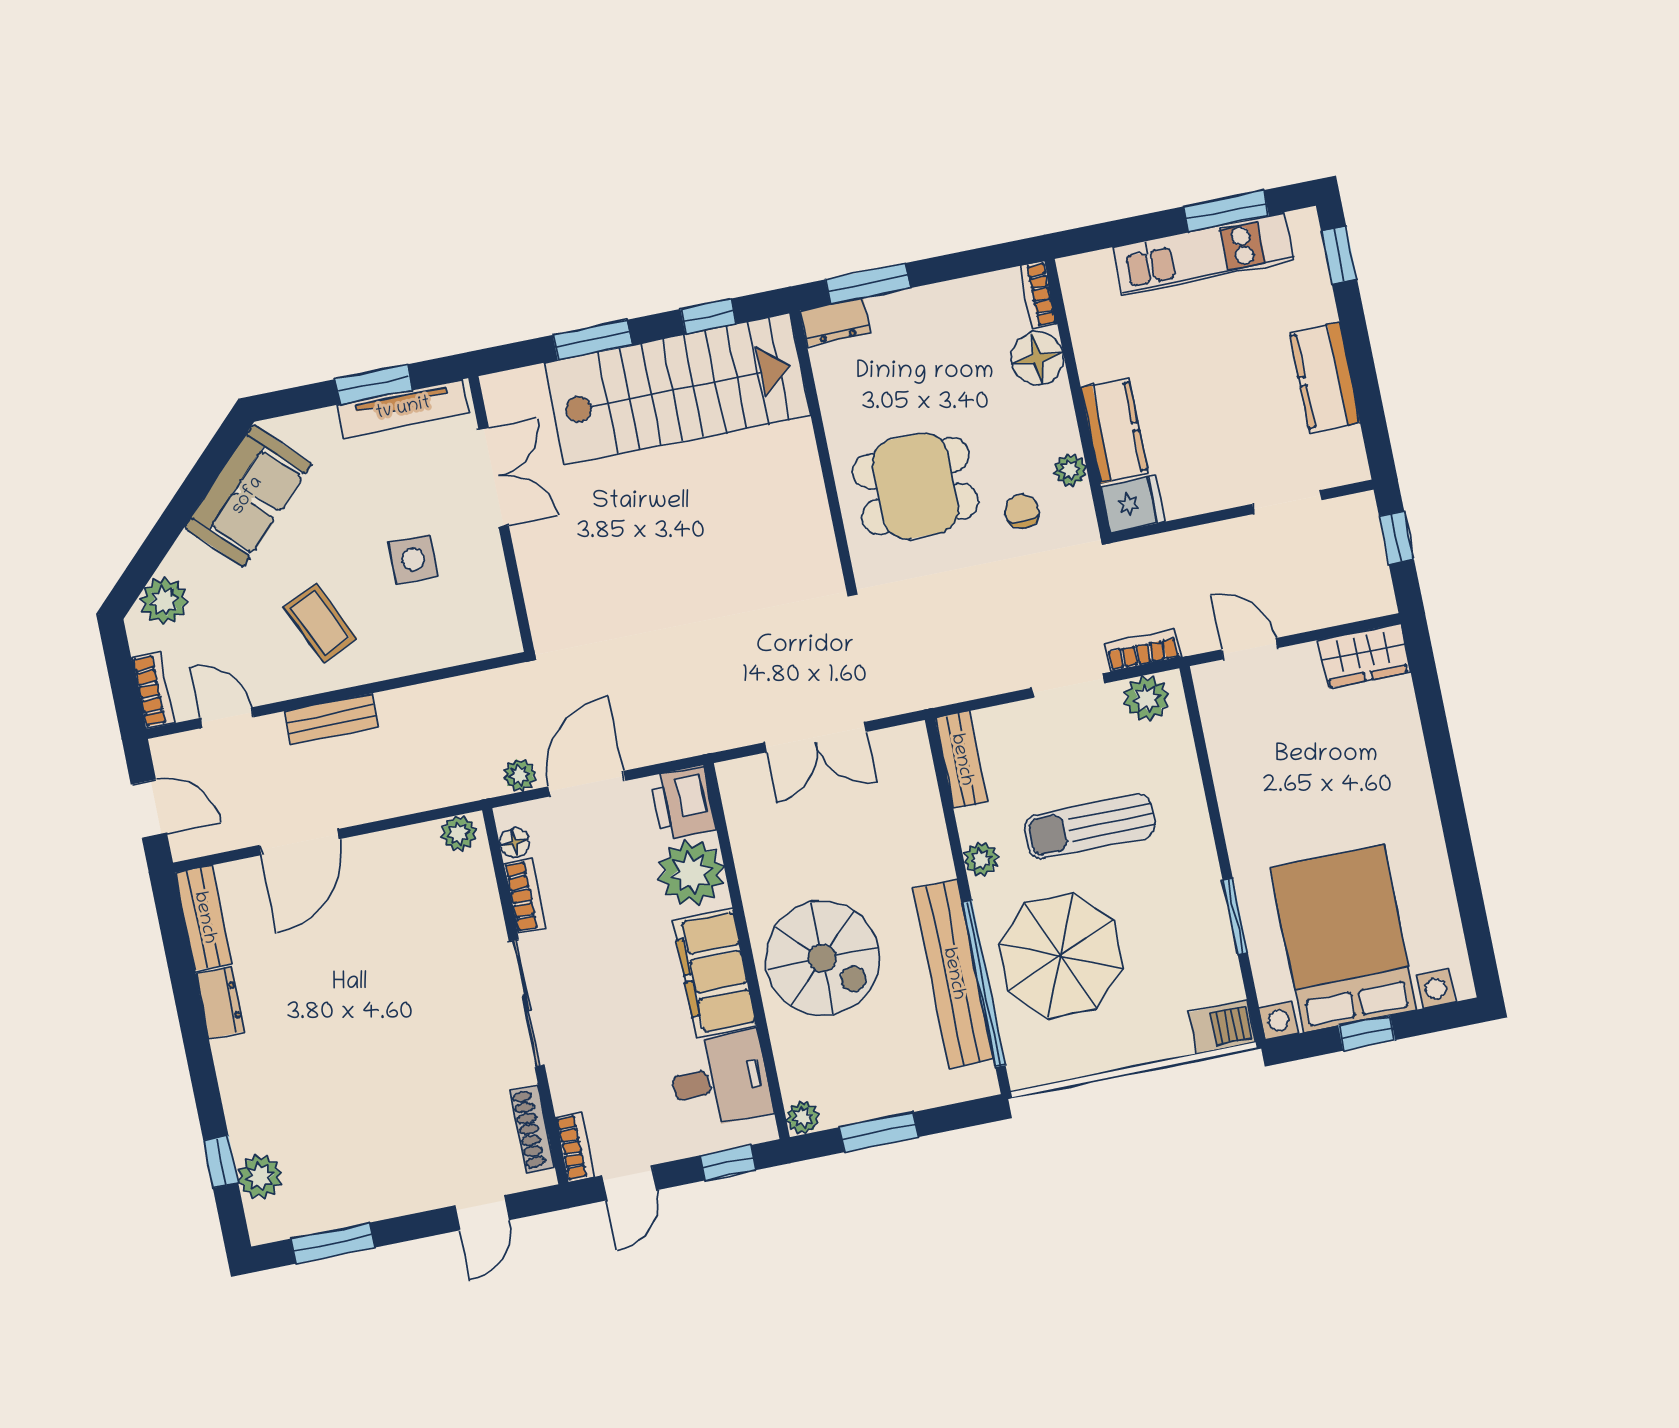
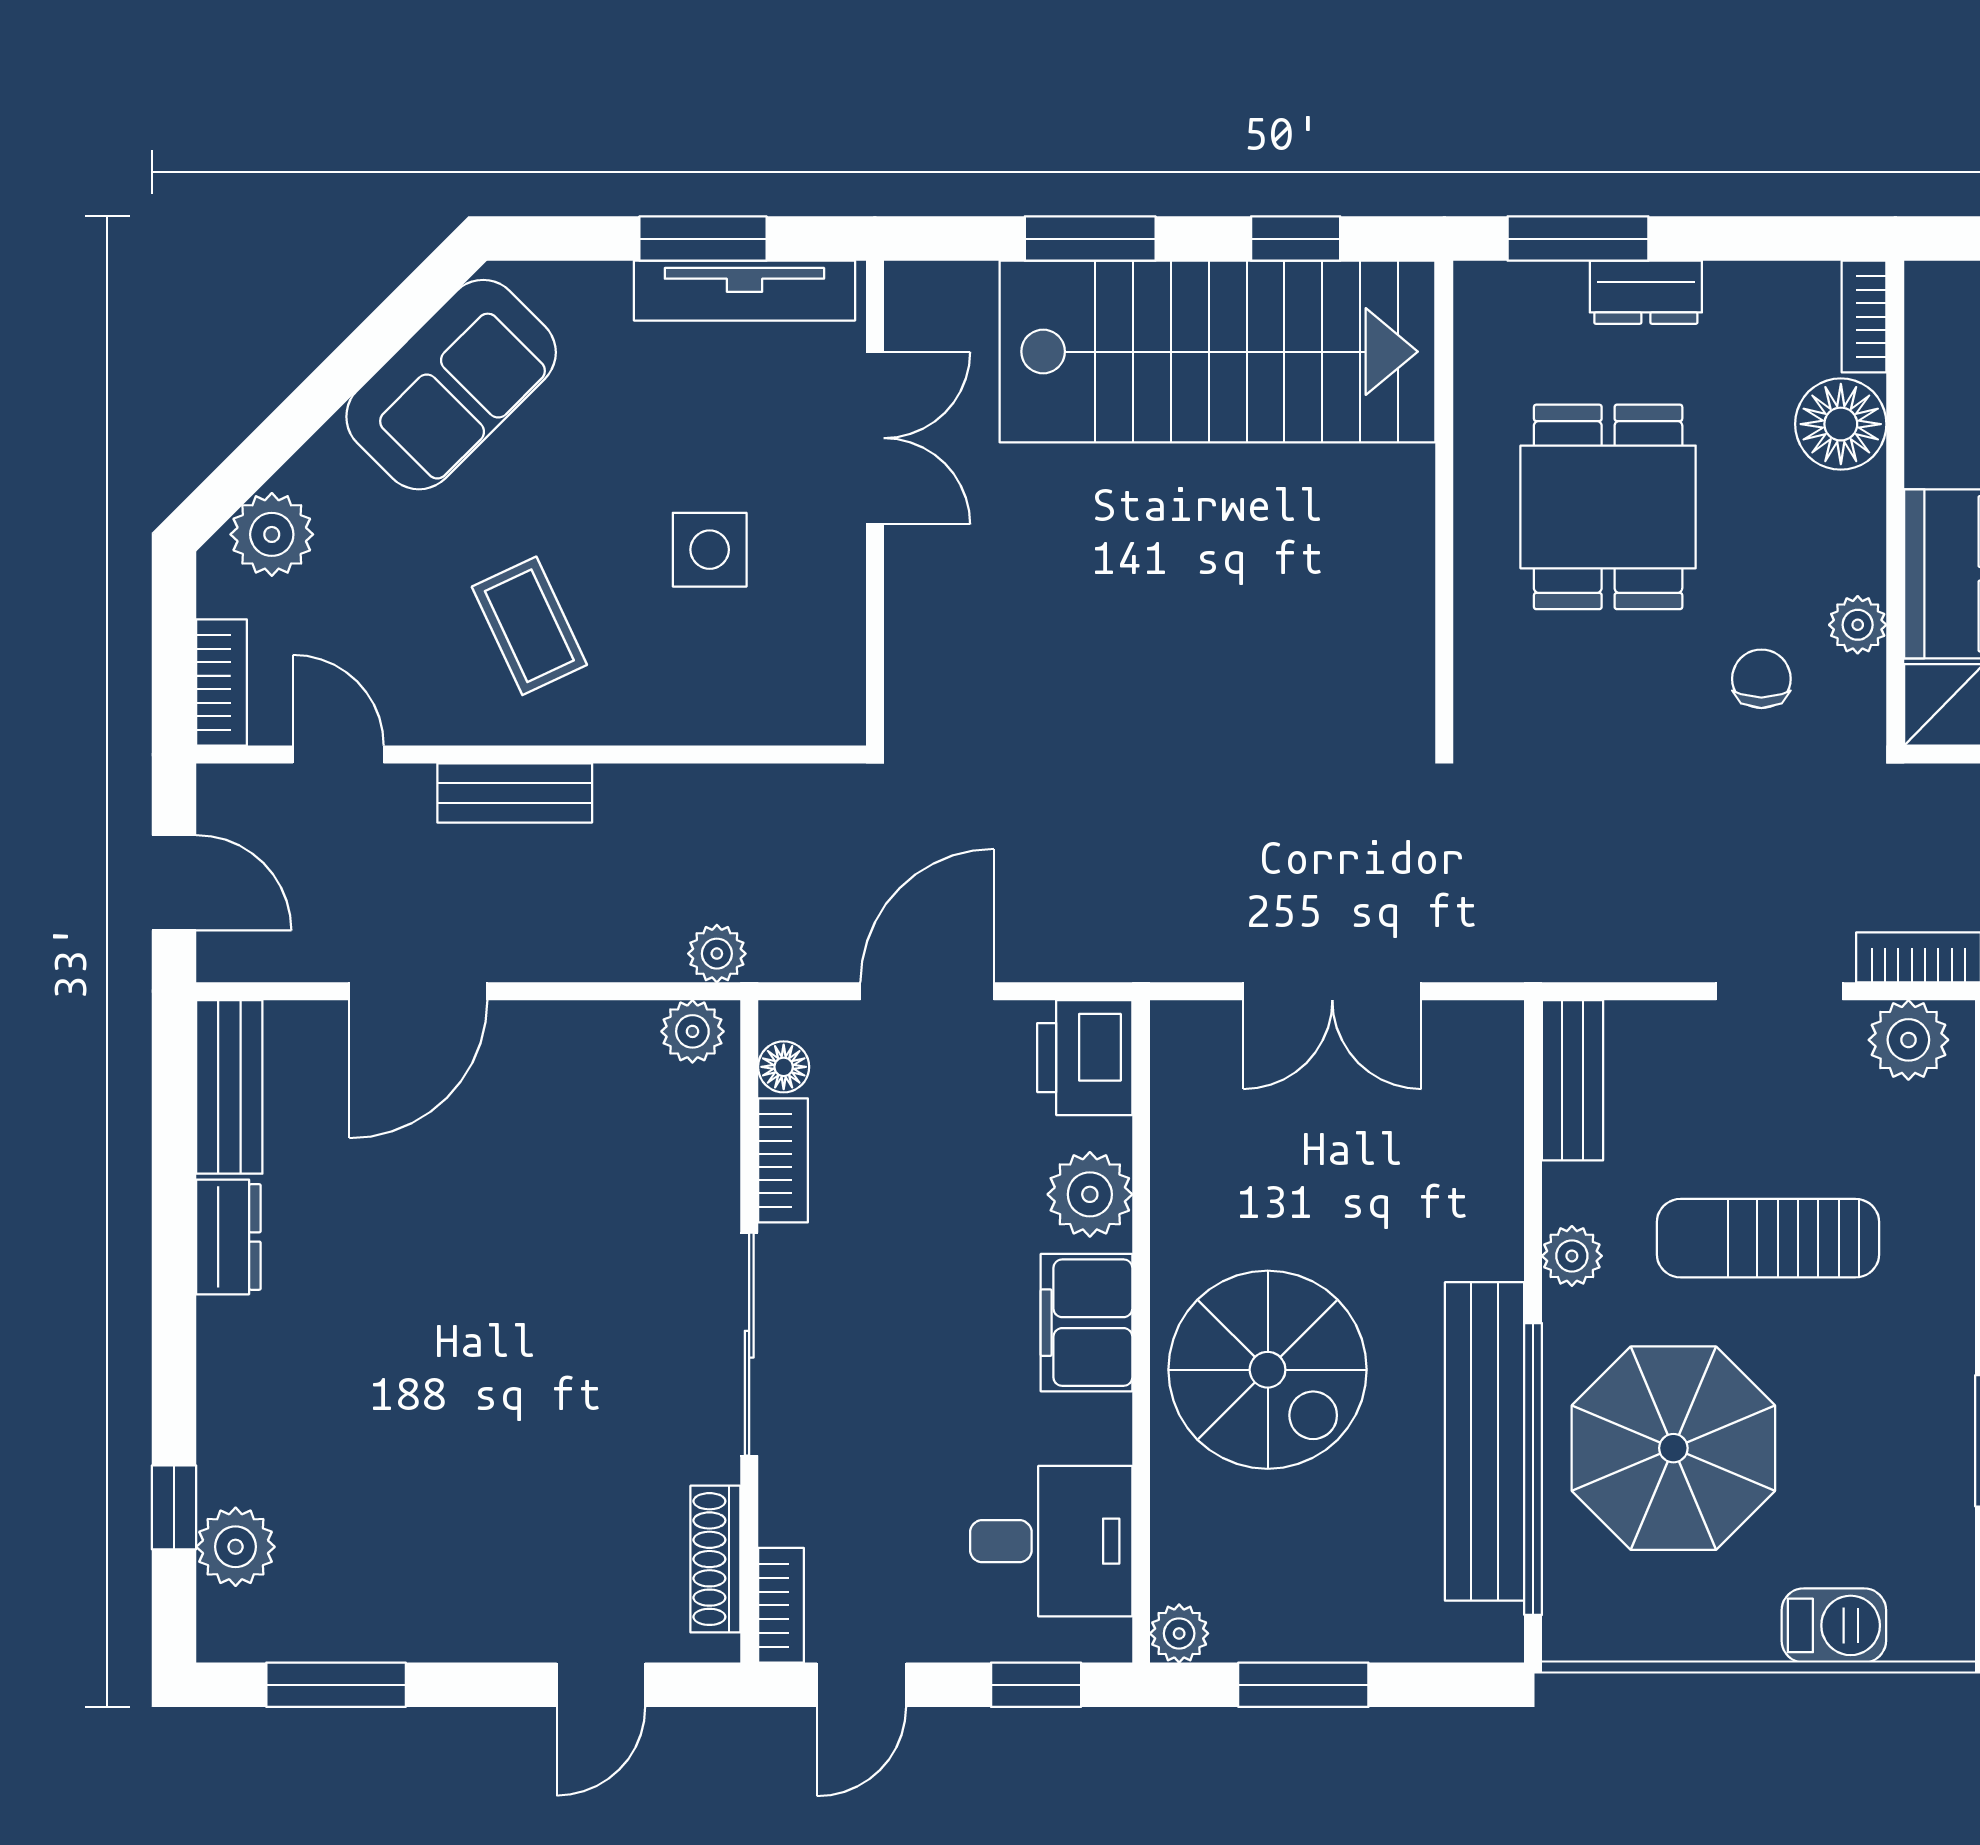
dresser: (835, 322) -> (1646, 292), moved
dining table: (915, 486) -> (1608, 507), moved, turned 90
plant: (520, 775) -> (717, 954), moved
plant: (691, 873) -> (1090, 1194), width x0.73, depth x0.73
filing cabinet: (714, 973) -> (1086, 1323), width x0.67, depth x0.86
barbecue: (1222, 1027) -> (1834, 1625), moved

